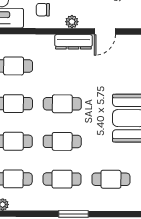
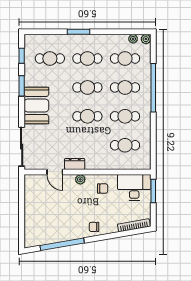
door: (105, 31) -> (55, 172), swing flipped
dresser: (73, 42) -> (75, 164), width x0.70

